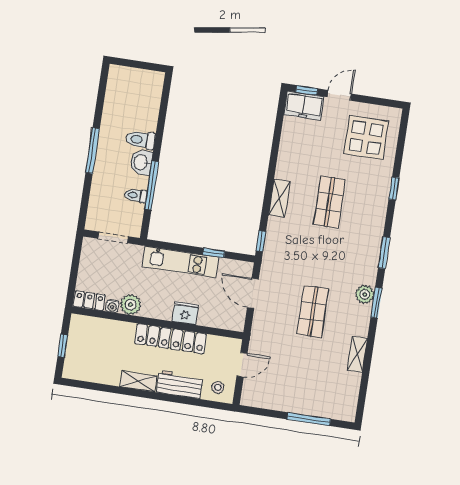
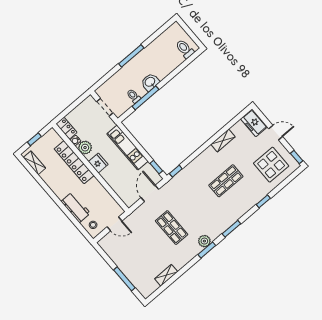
window: (307, 90) -> (297, 157), moved
toilet: (141, 140) -> (185, 49), moved
shelving: (279, 198) -> (223, 141), moved
window: (214, 253) -> (156, 167), moved
shop shelf: (313, 312) -> (172, 228), turned 90
fridge: (185, 313) -> (98, 163), moved
locker: (171, 339) -> (74, 162), moved
shelving: (357, 354) -> (166, 275), moved
shelving: (138, 381) -> (34, 163), moved

